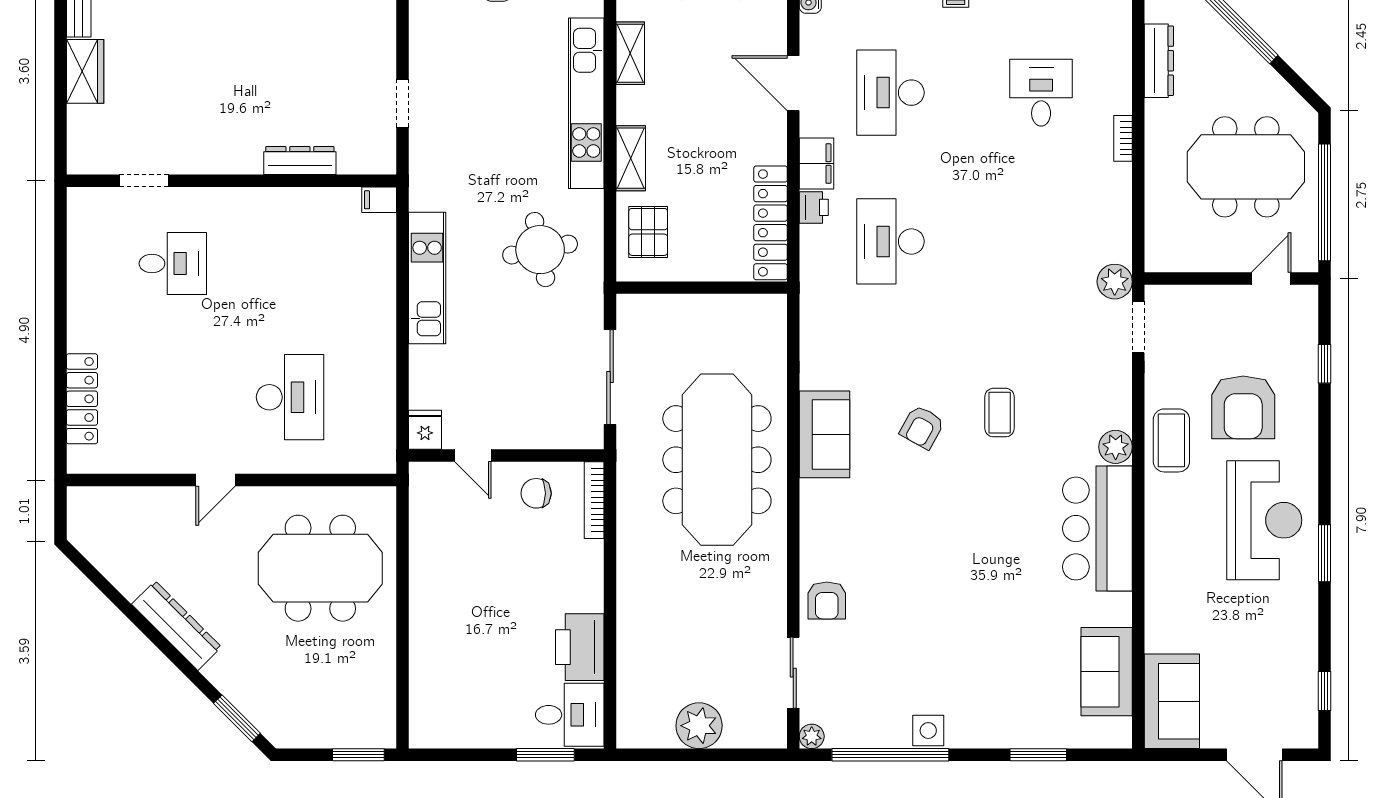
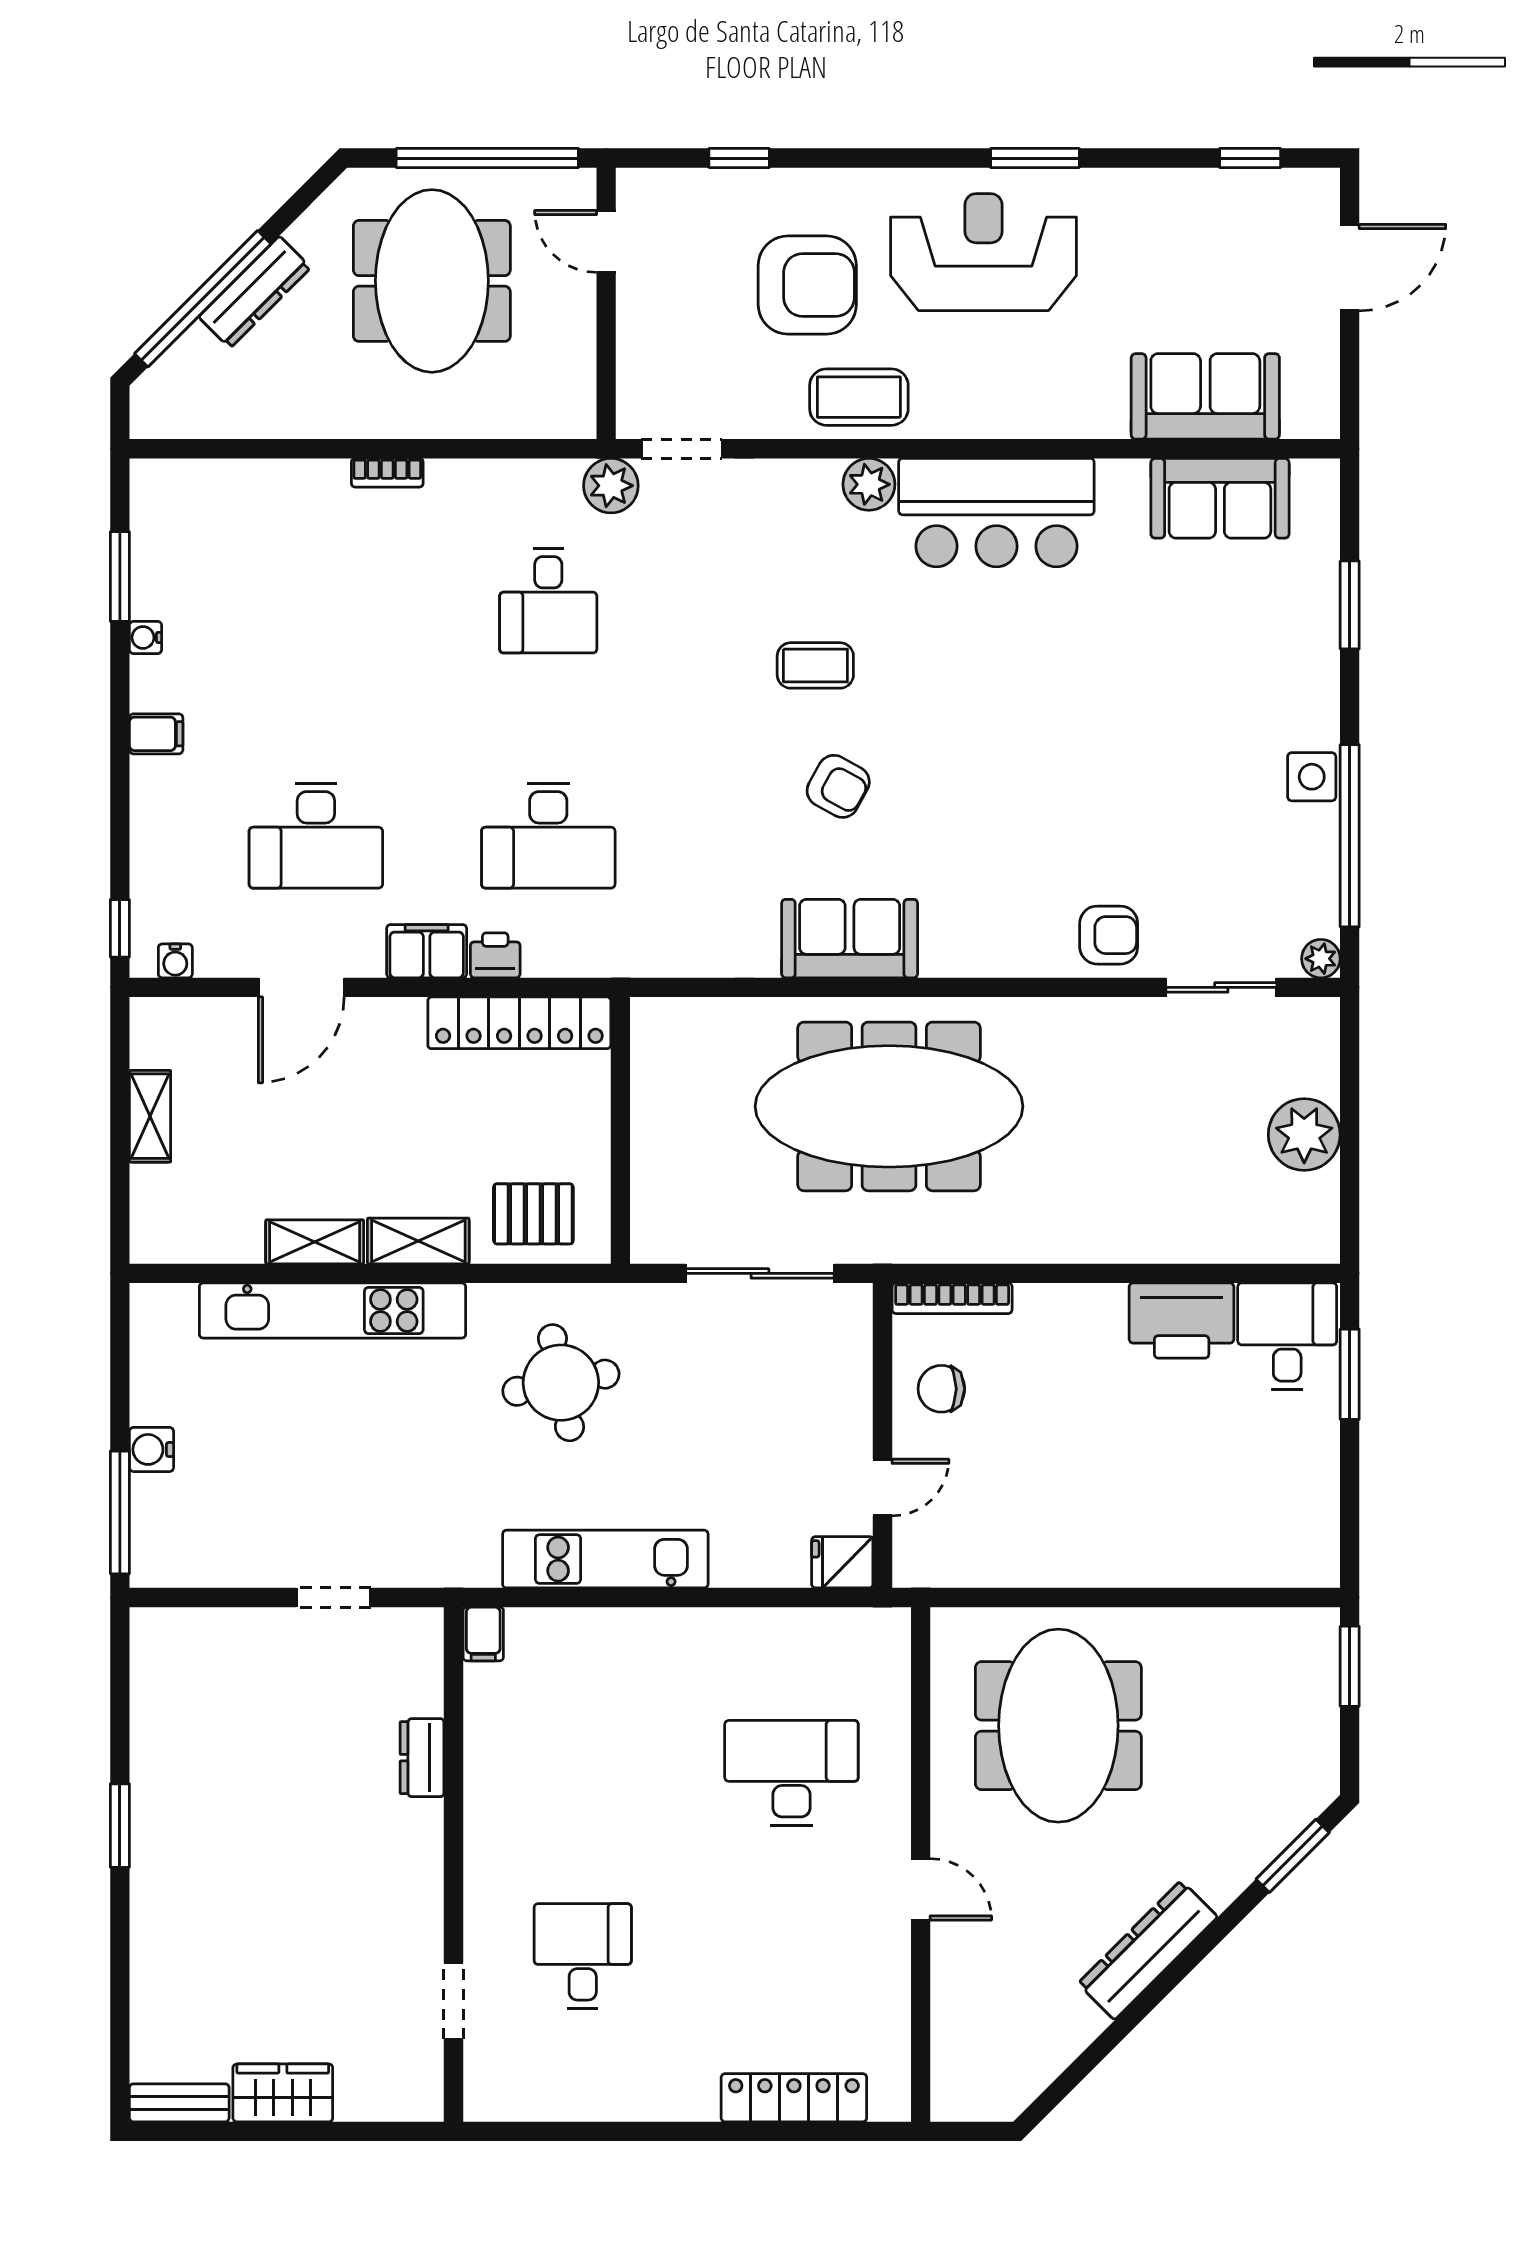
shelving: (630, 53) -> (315, 1242), moved
dresser: (1159, 61) -> (255, 292), moved, turned 135
desk: (1041, 93) -> (548, 601), moved, turned -90
dresser: (300, 161) -> (422, 1758), width x0.70
chair: (536, 493) -> (941, 1389), turned 90
sofa: (1172, 701) -> (1205, 396), moved

